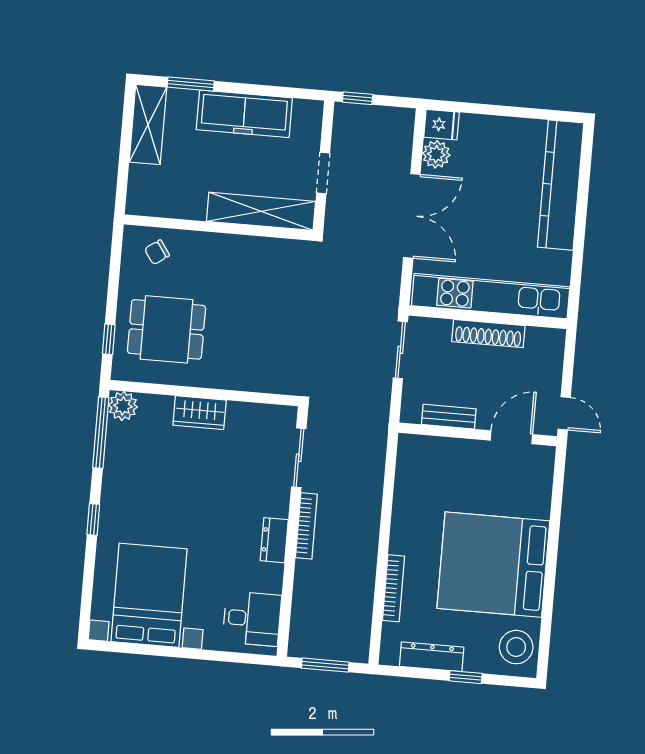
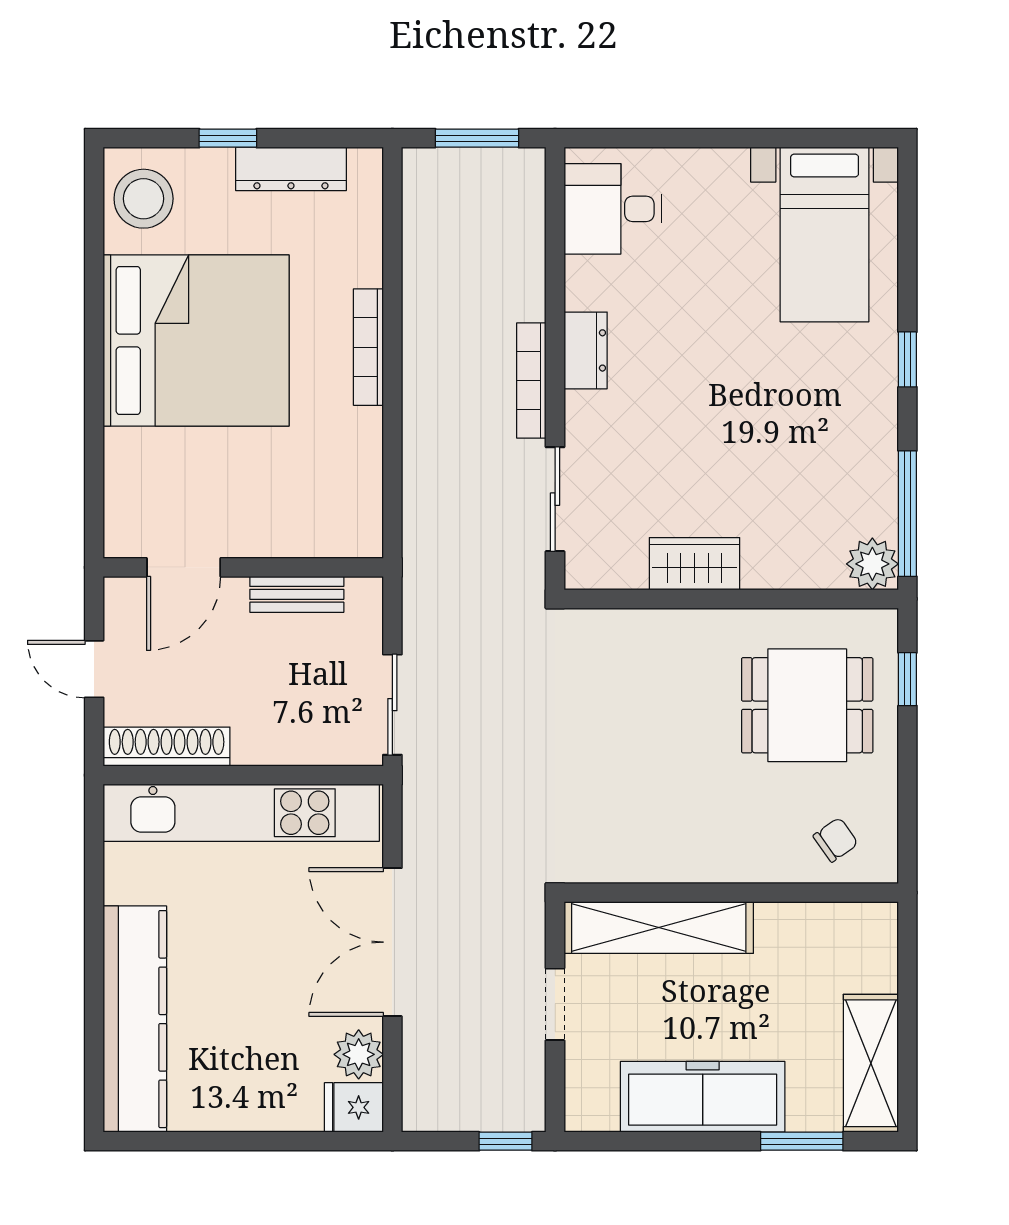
shoe rack: (488, 334) -> (167, 747), moved
wardrobe: (200, 413) -> (694, 564), moved
door: (564, 413) -> (94, 669), moved
bookcase: (393, 588) -> (368, 347), moved
bed with nightstands: (149, 595) -> (825, 235), width x0.73

